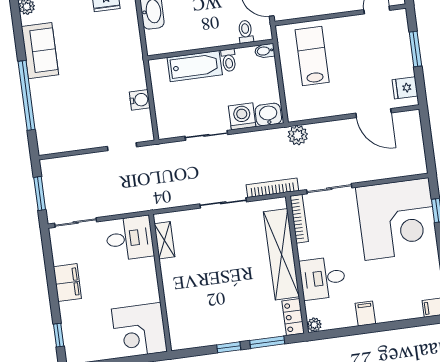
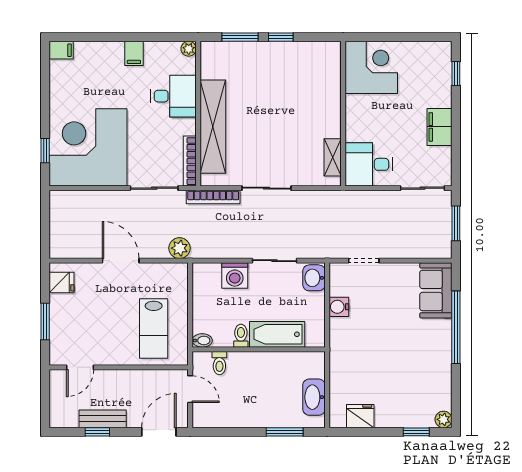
sofa: (40, 51) -> (436, 290), moved
door: (373, 113) -> (121, 261), moved
washbasin: (268, 114) -> (314, 278), moved, turned 90
locker: (293, 317) -> (210, 60), removed

